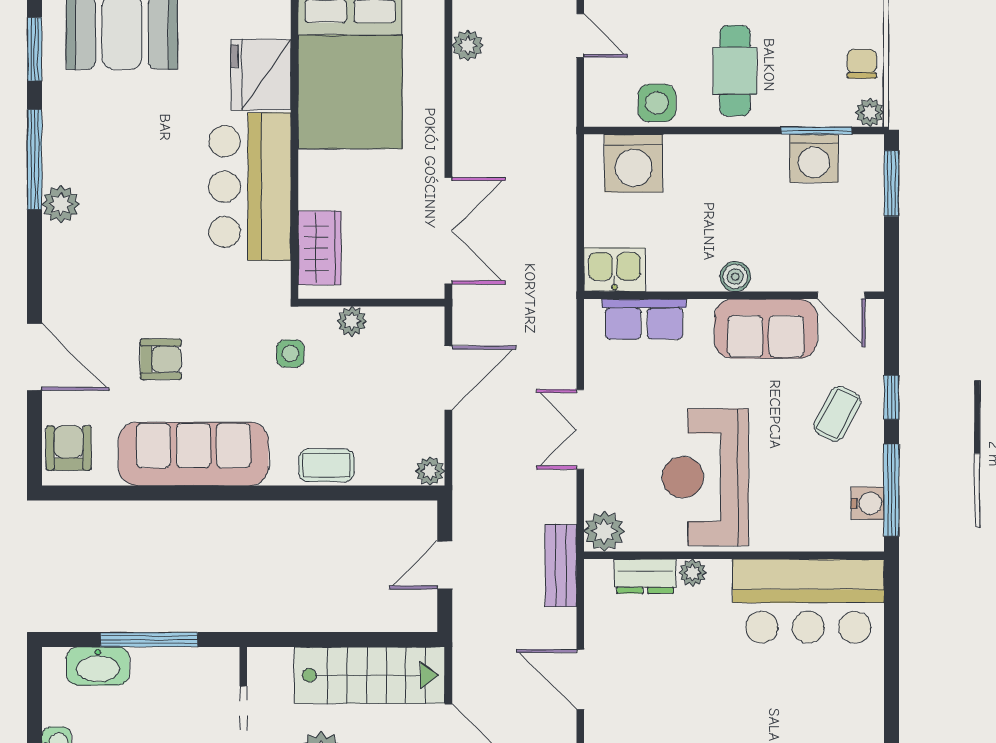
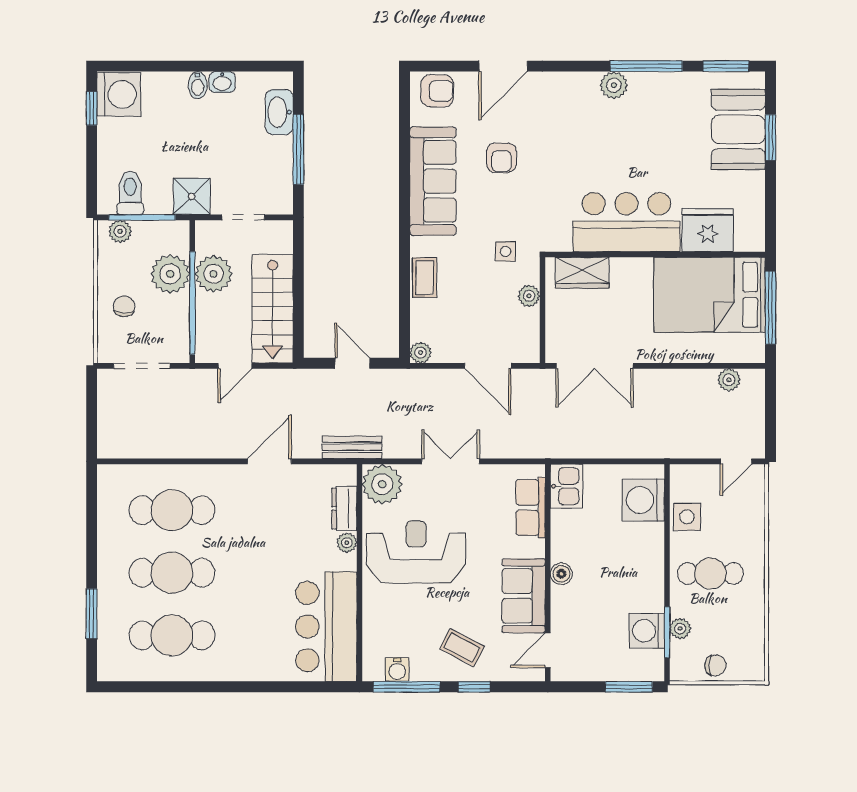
plant: (870, 112) -> (680, 628), moved
plant: (604, 531) -> (382, 484), width x1.36, depth x1.36

